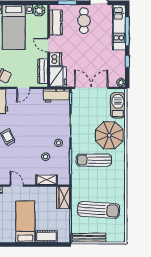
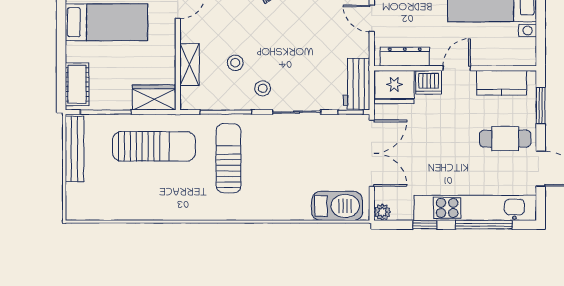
plant: (39, 10) -> (525, 50), removed
kitchen unit: (119, 27) -> (475, 208), width x1.36
parasol: (109, 135) -> (278, 189), removed
sun lounger: (99, 210) -> (154, 146), moved, turned -94
cot: (46, 236) -> (77, 84), moved

